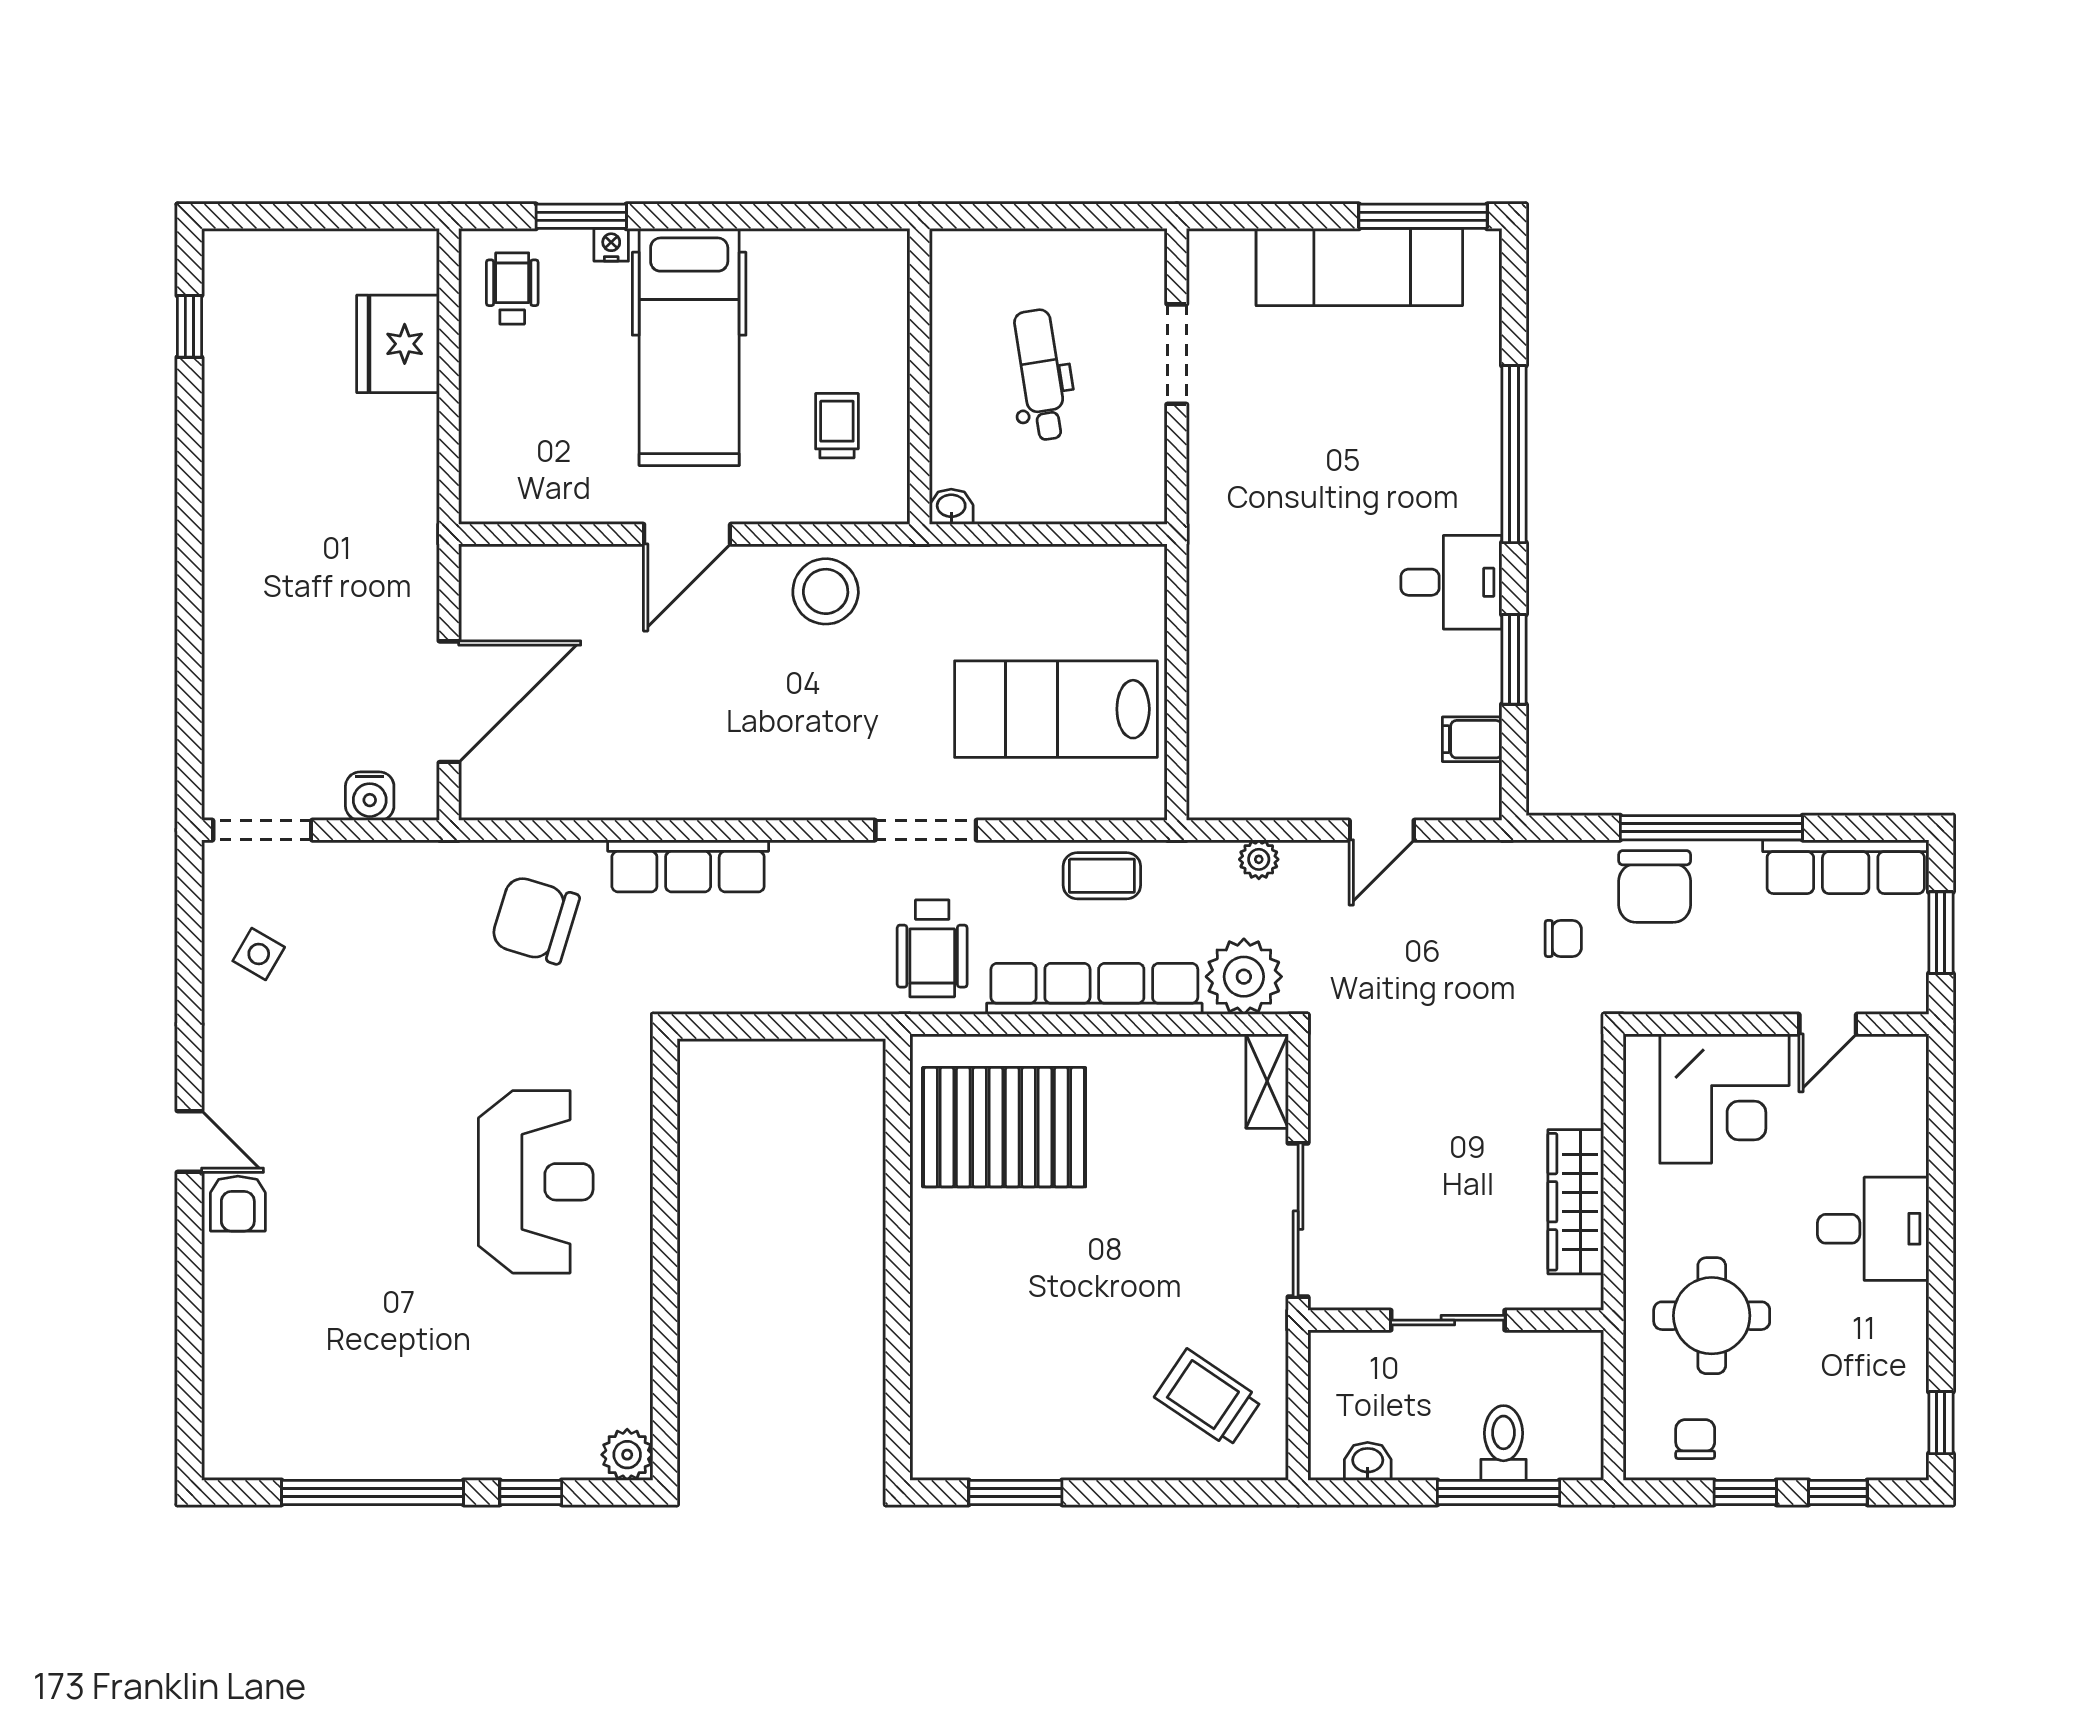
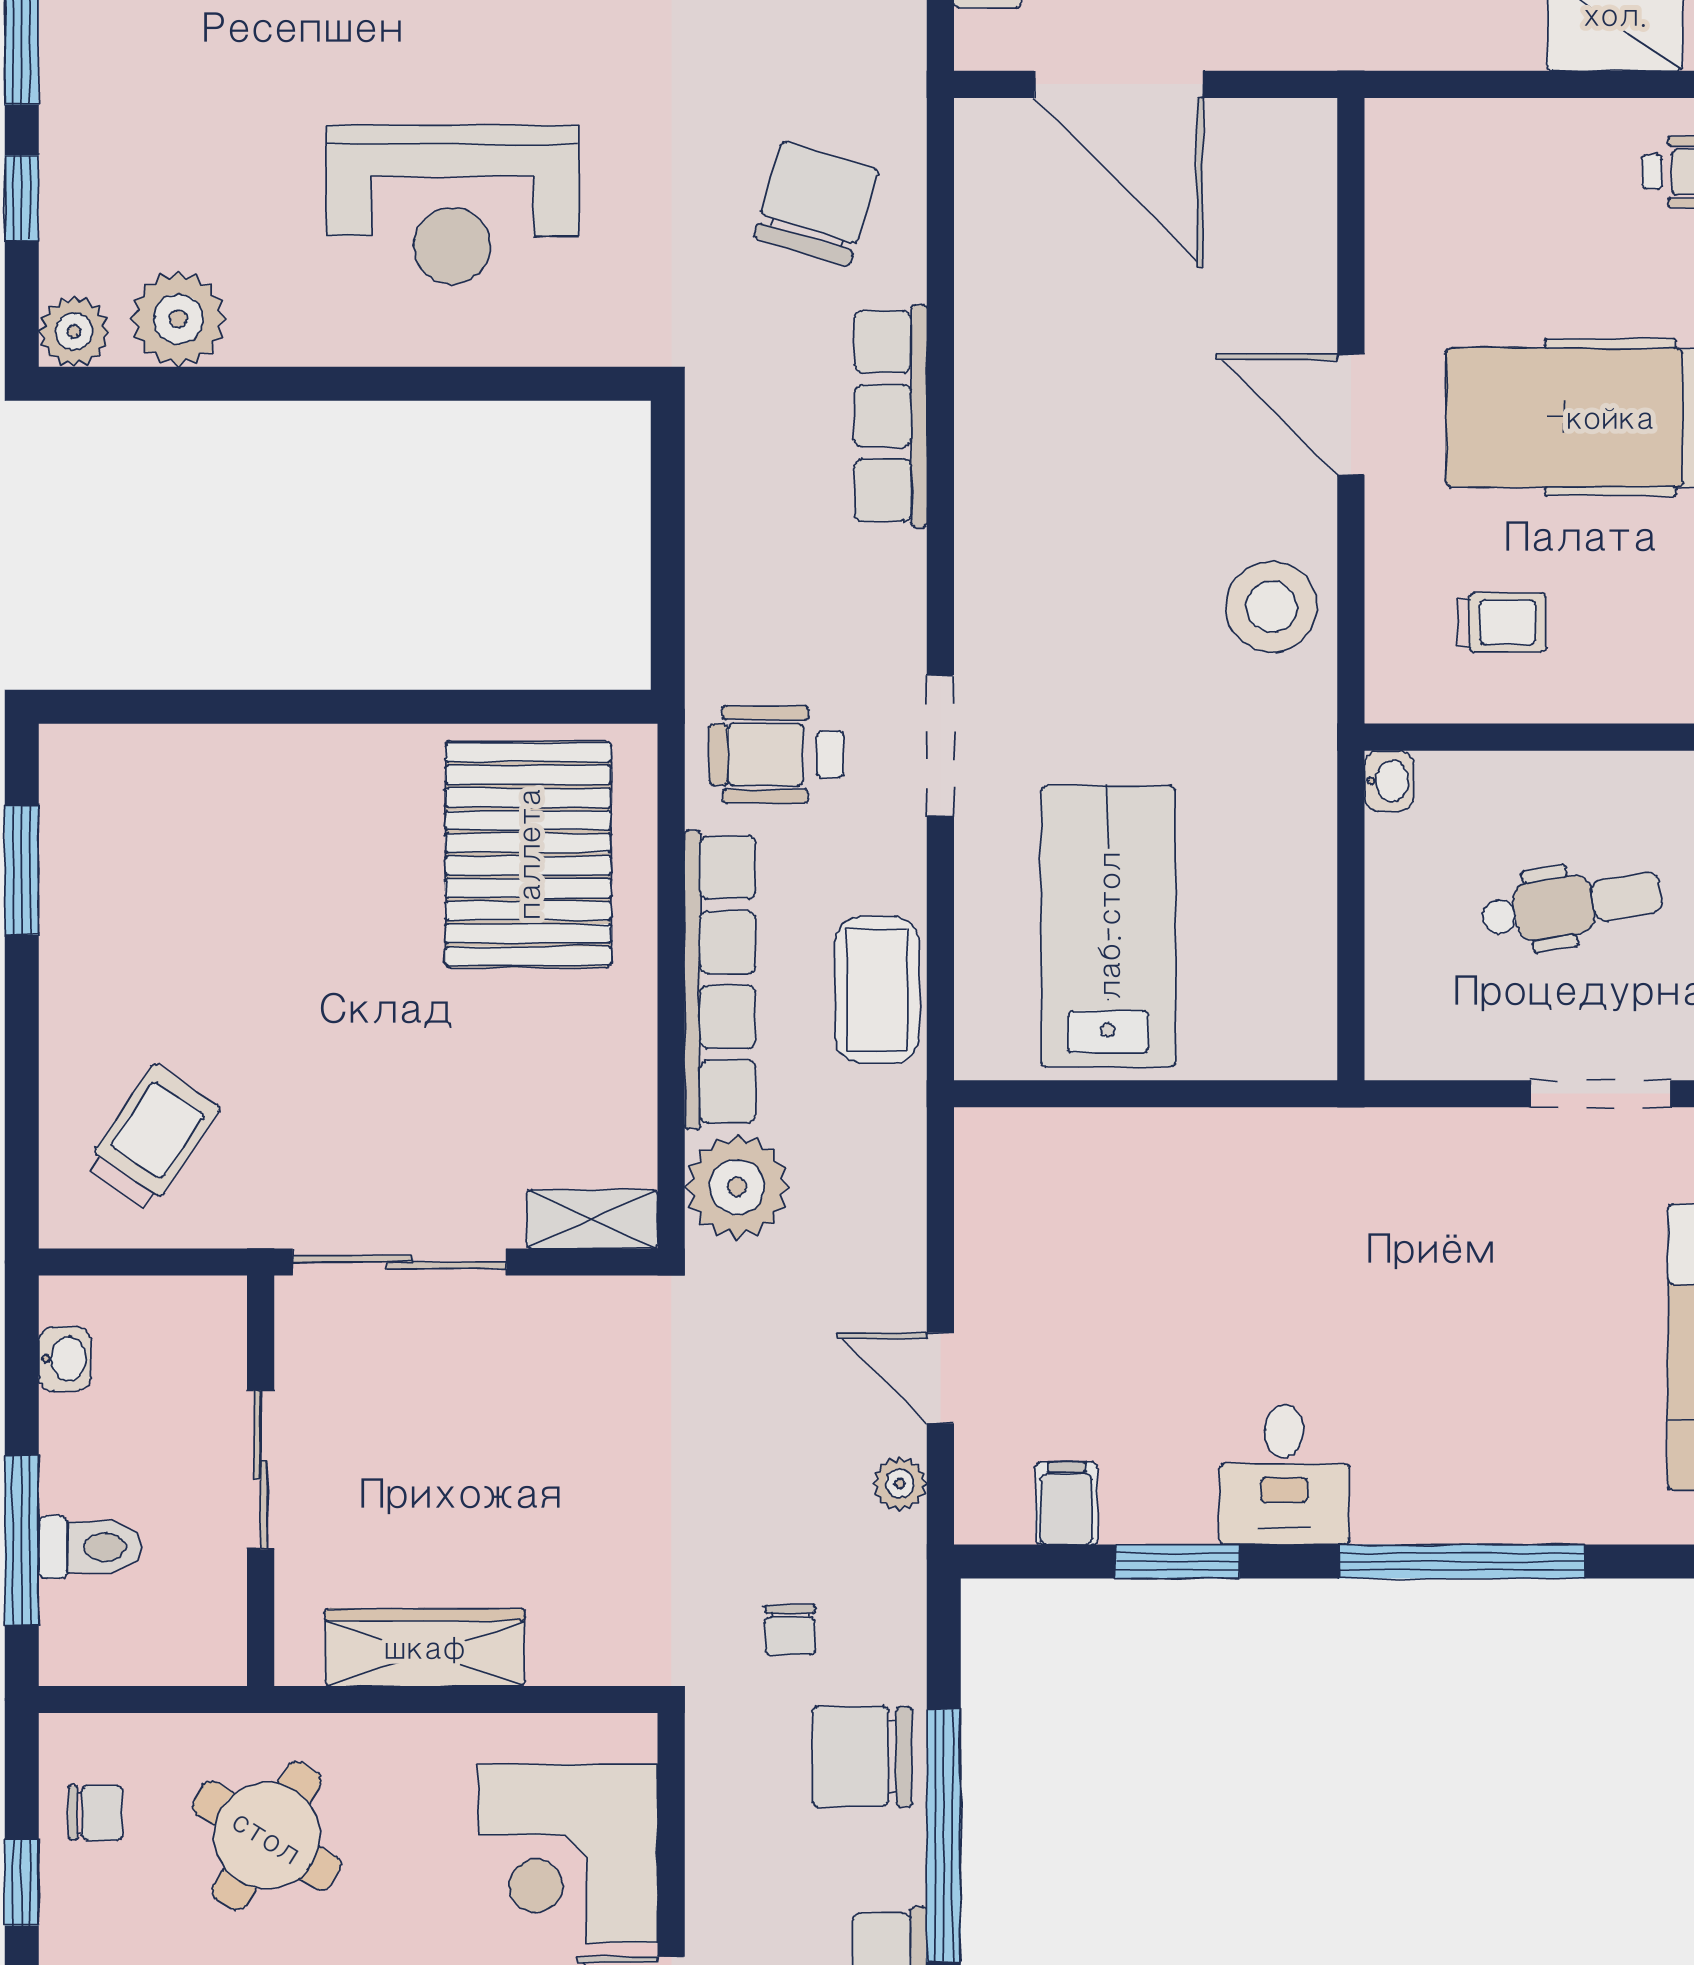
plant: (1259, 859) -> (900, 1484), moved
coffee table: (1102, 876) -> (877, 990), width x1.36, depth x1.30
round table: (1712, 1316) -> (267, 1836), turned 32
plant: (618, 1379) -> (178, 319), added

